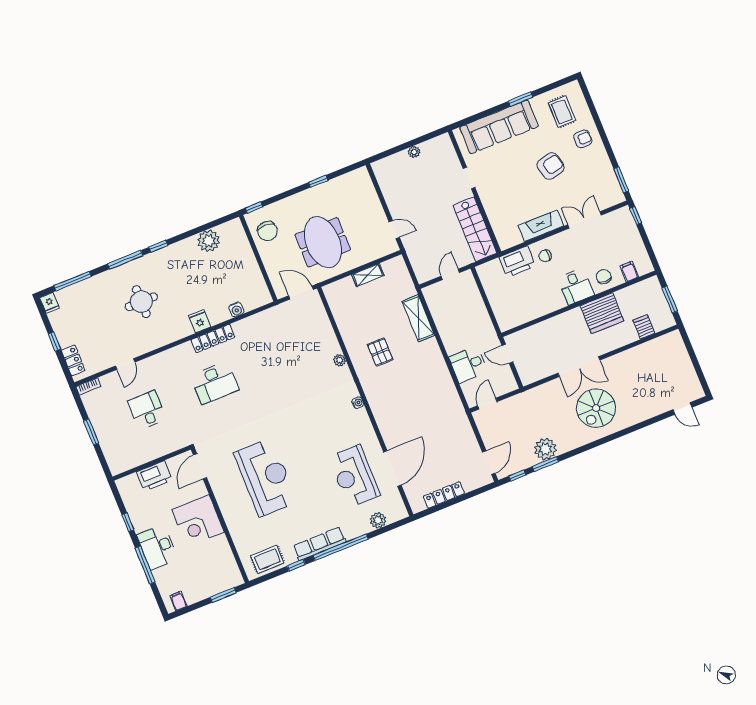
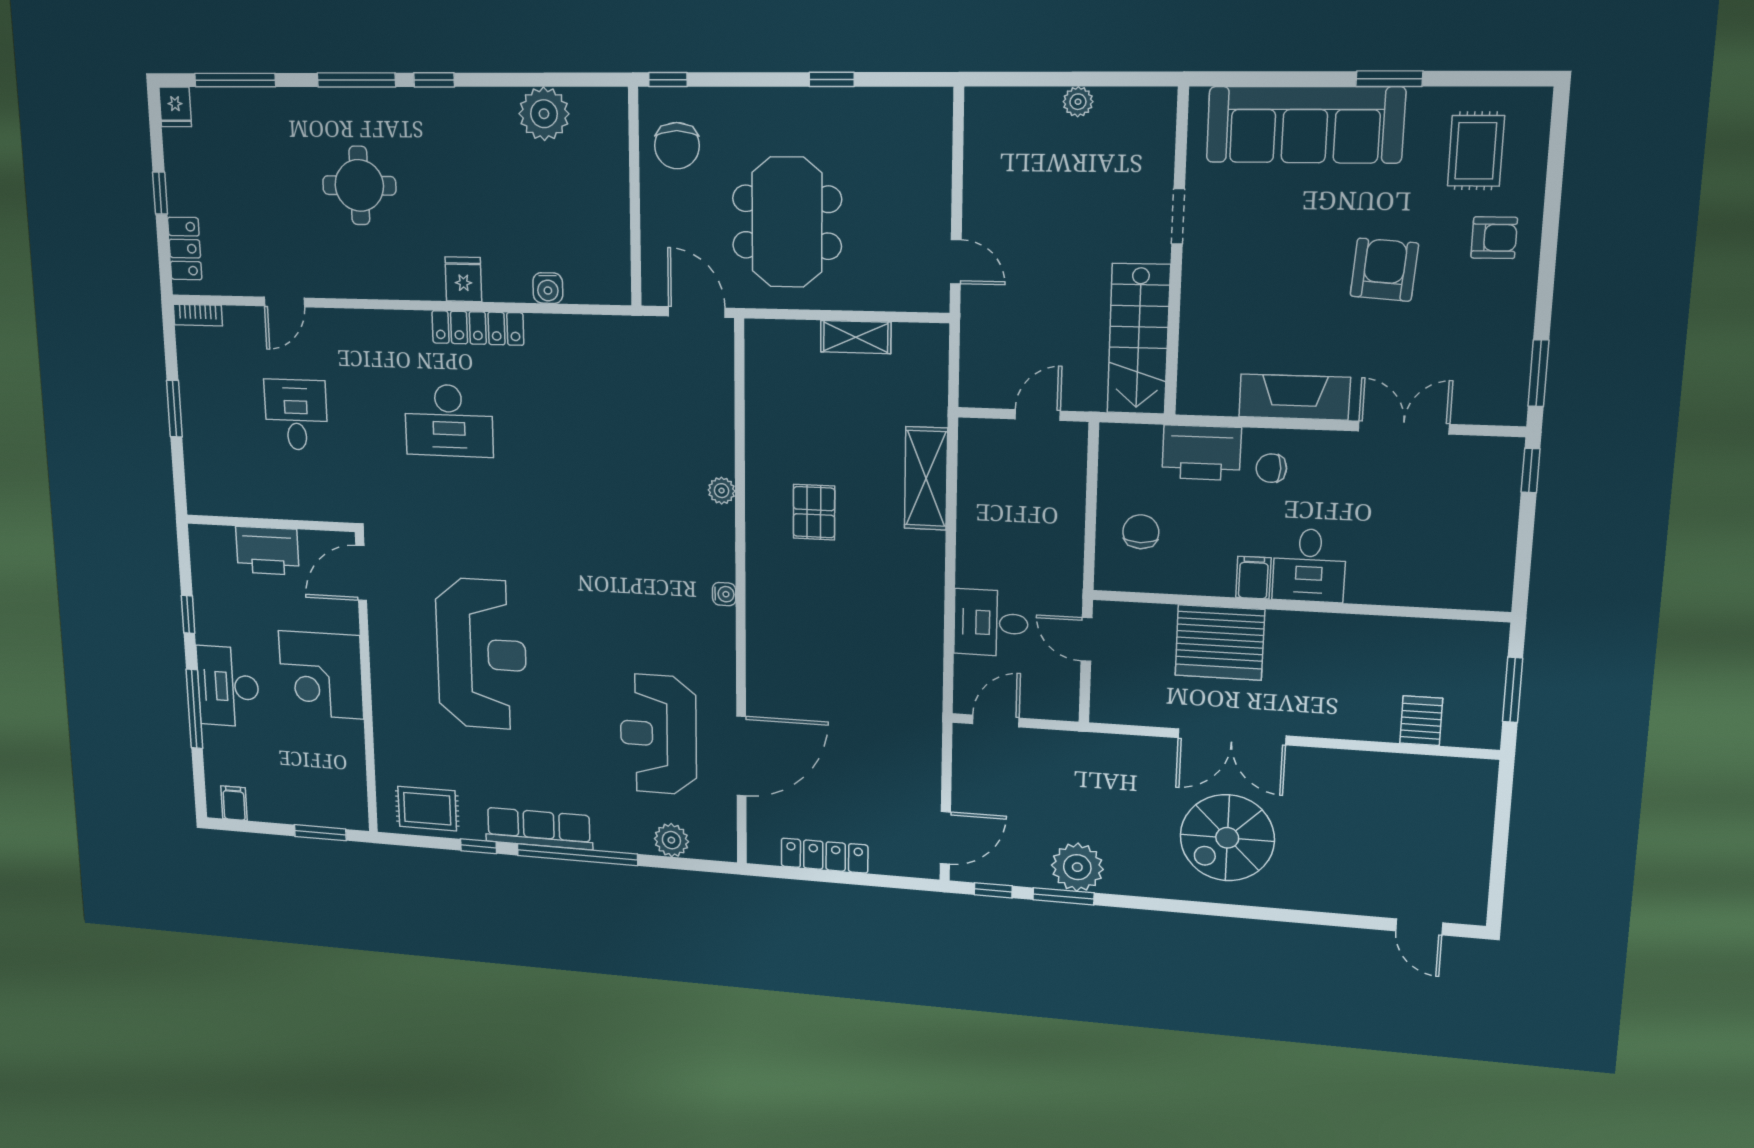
armchair: (551, 166) -> (1384, 270), turned -73
filing cabinet: (629, 271) -> (1253, 578), moved
chair: (604, 277) -> (1141, 532), moved
server rack: (602, 313) -> (1220, 642), moved

